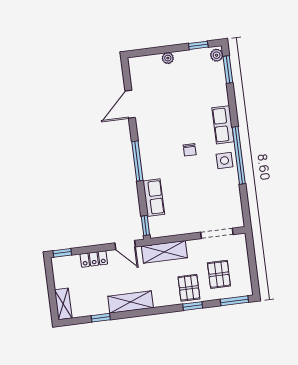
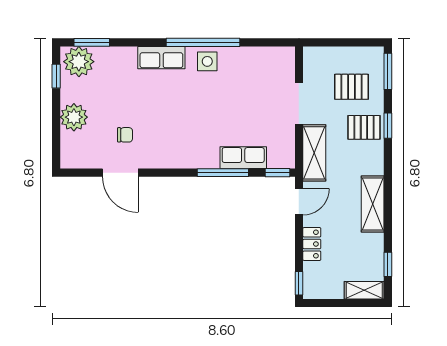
plant: (217, 55) -> (79, 62), width x1.87, depth x1.87
plant: (168, 58) -> (74, 117), width x1.88, depth x1.88
chair: (190, 150) -> (125, 135), moved
window: (137, 161) -> (223, 173), moved
doorway: (217, 233) -> (299, 104), moved
window: (101, 318) -> (388, 264), moved

